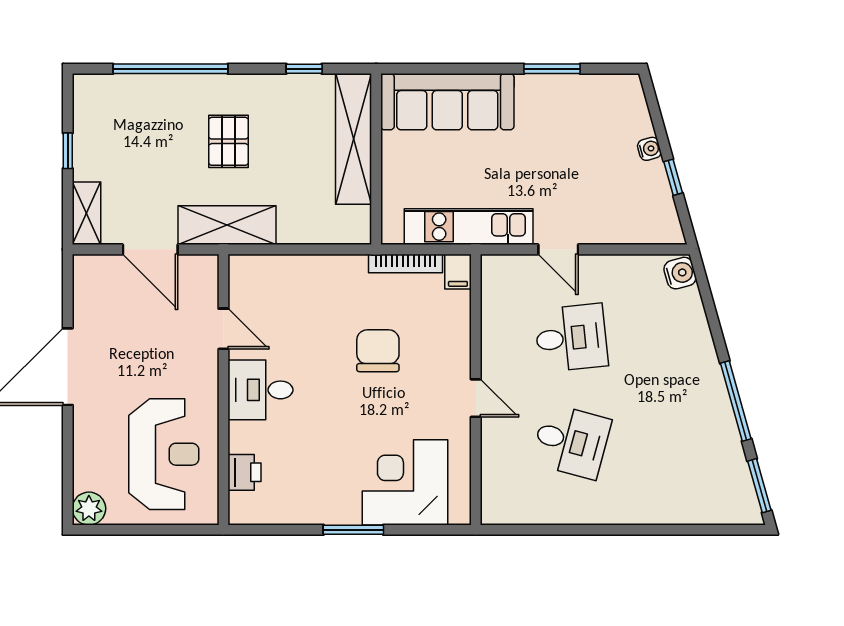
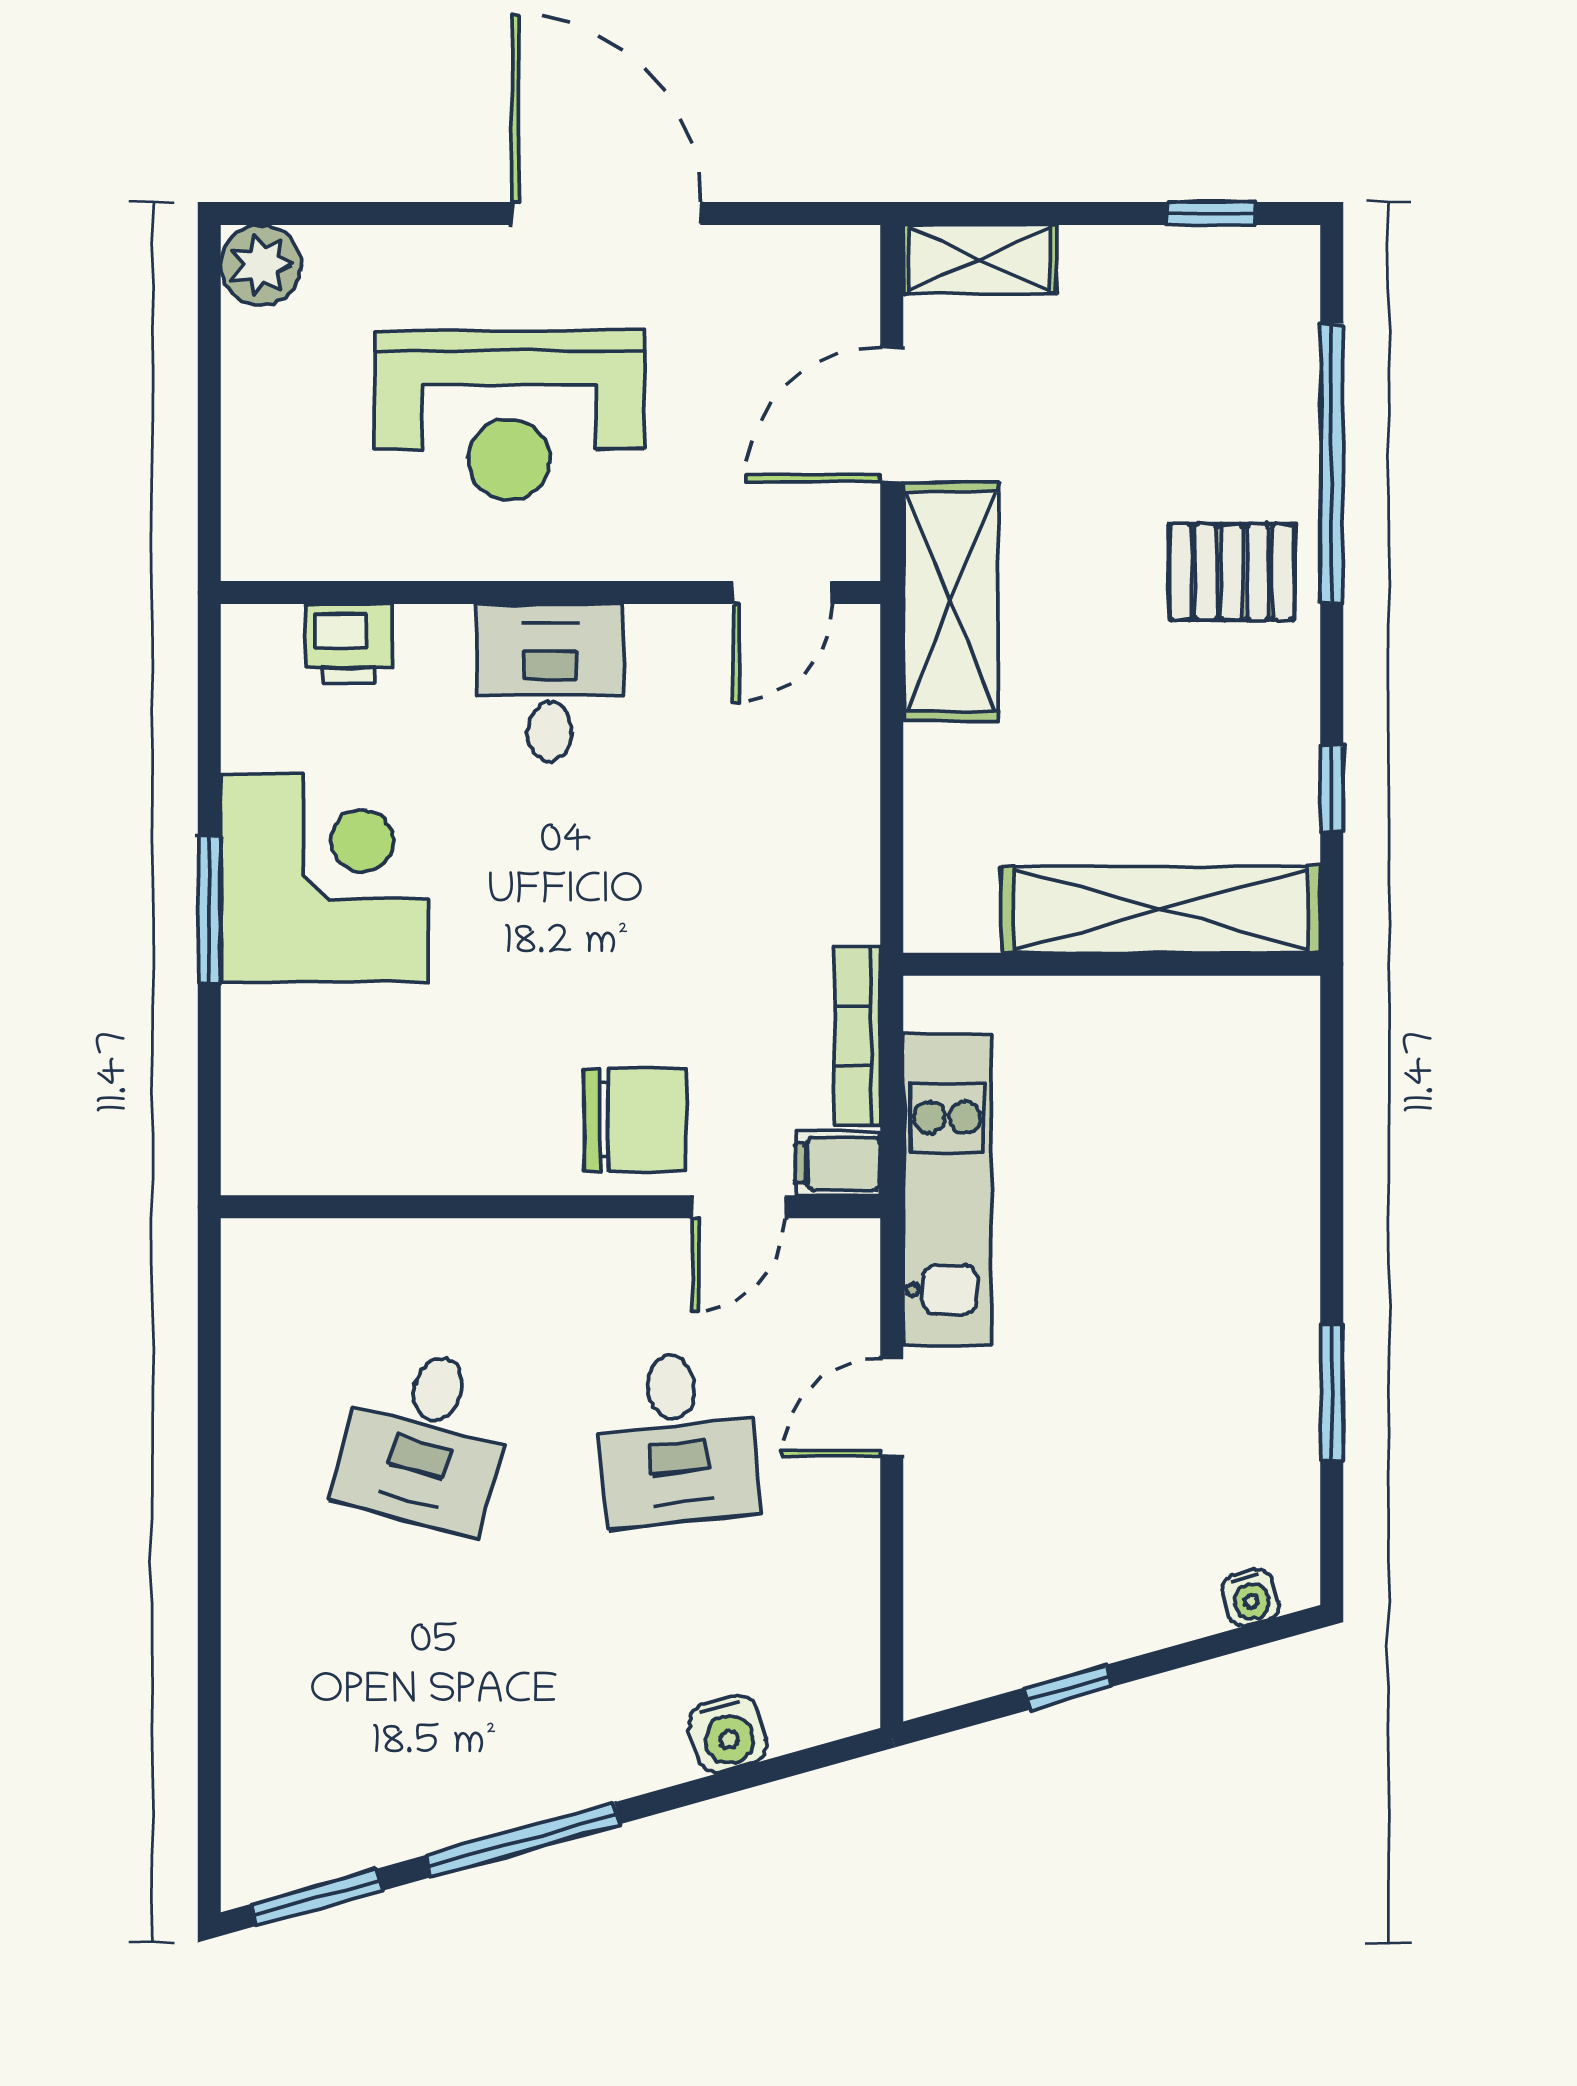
sofa: (447, 102) -> (1251, 1138), removed
pallet: (228, 141) -> (1232, 572), moved
water cooler: (649, 149) -> (1250, 1598), moved
window: (68, 151) -> (1211, 213), moved
water cooler: (680, 273) -> (728, 1734), moved
door: (223, 329) -> (782, 593), moved
chair: (378, 351) -> (635, 1120), moved
door: (476, 398) -> (739, 1207), moved
reception desk: (164, 454) -> (509, 415), moved
corner desk: (405, 482) -> (325, 878), moved

